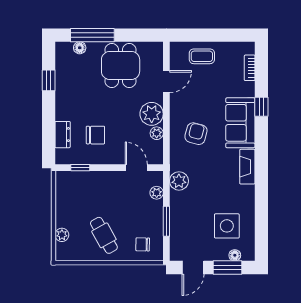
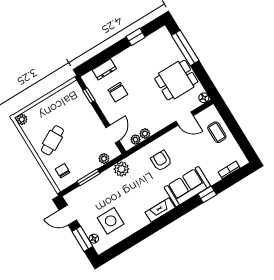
floor lamp: (80, 48) -> (204, 98), moved
plant: (152, 114) -> (135, 140), moved, width x0.53, depth x0.53
armchair: (196, 134) -> (161, 161), turned -105
plant: (62, 235) -> (22, 119), moved

